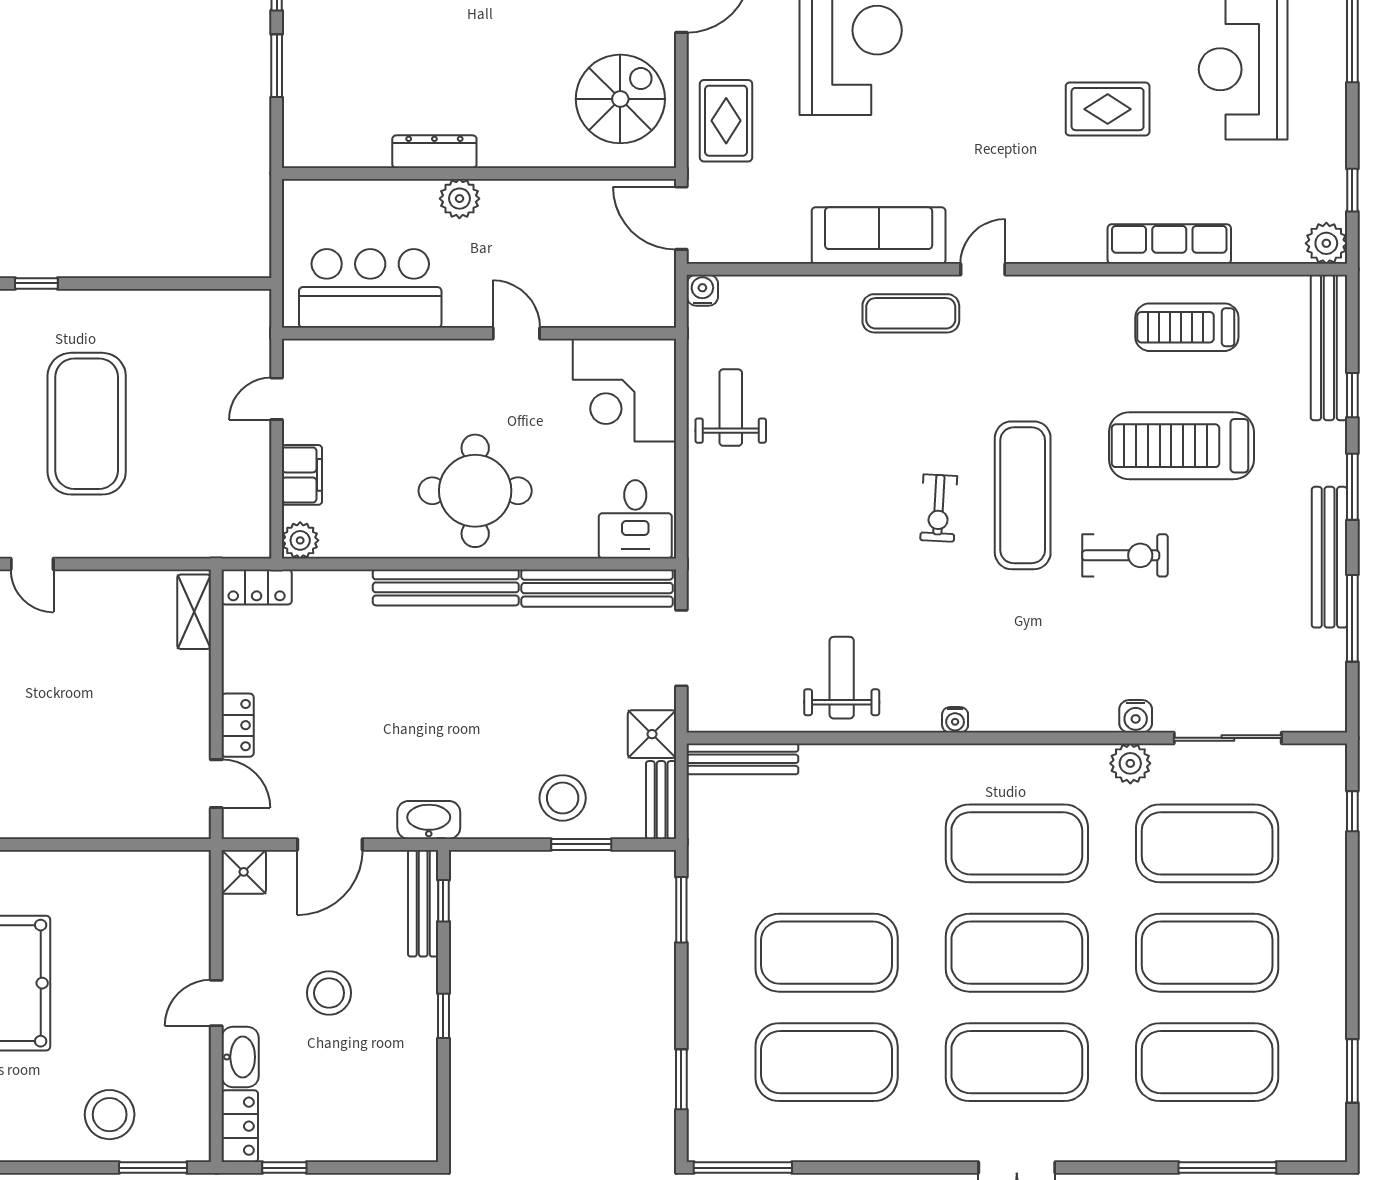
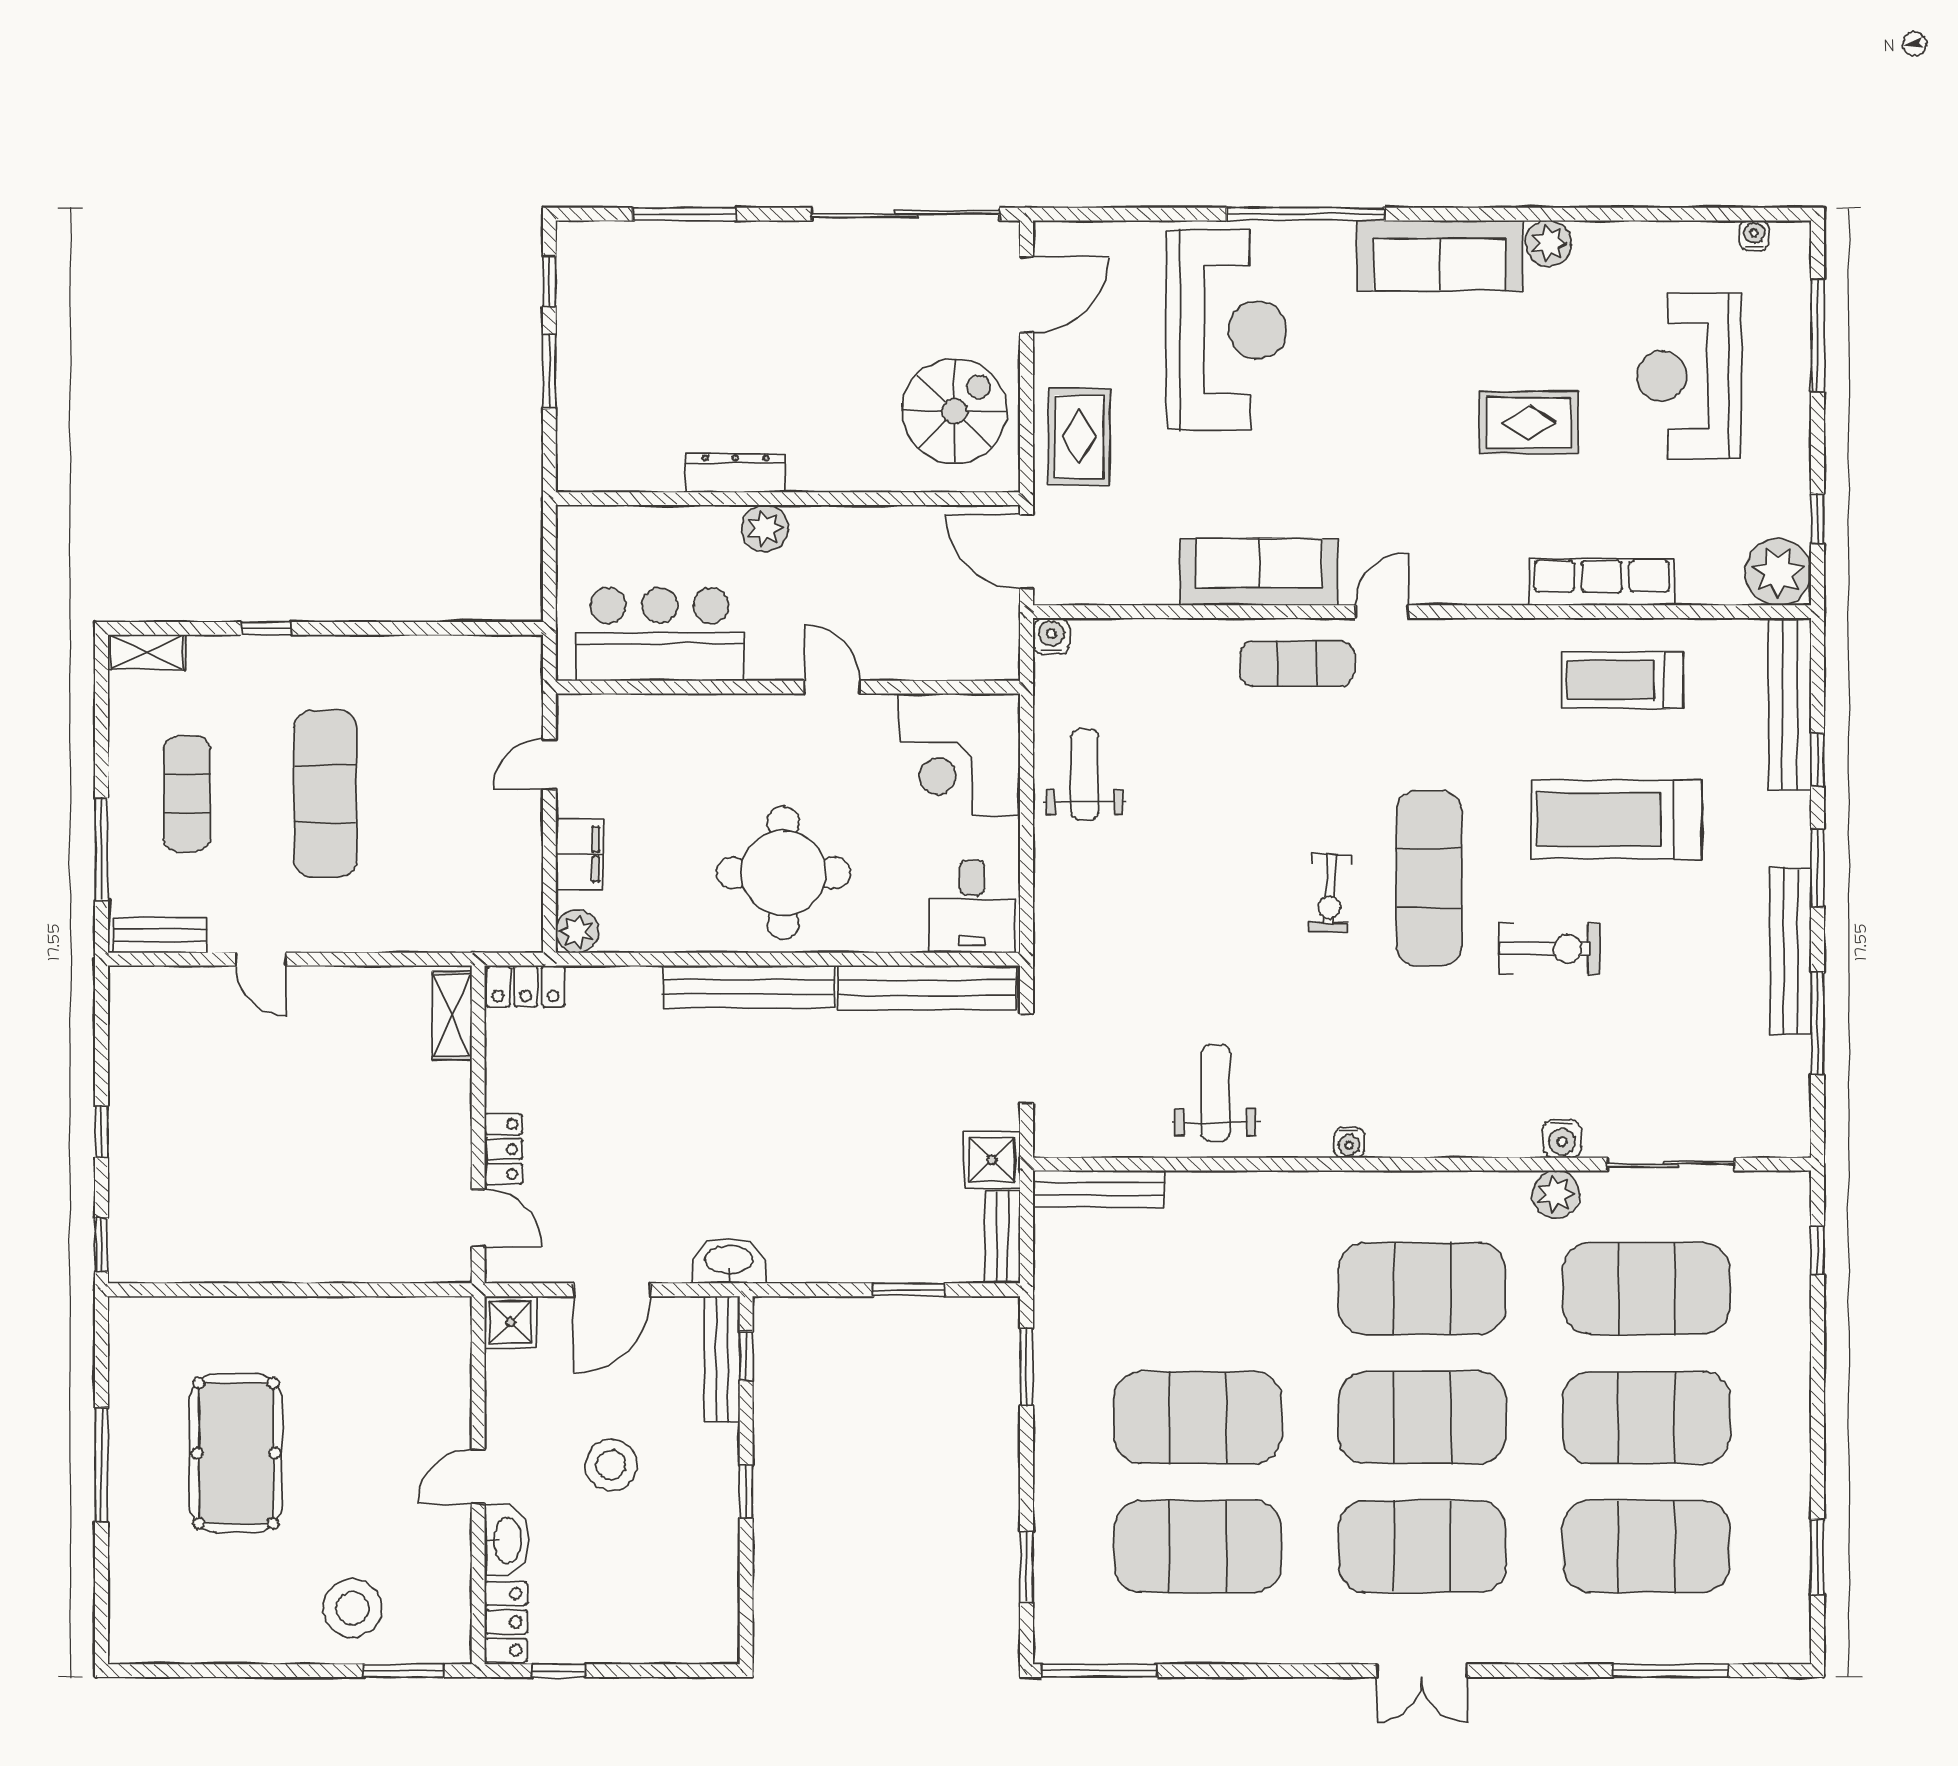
plant: (1326, 243) -> (1778, 572), width x1.36, depth x1.36
exercise mat: (87, 424) -> (325, 794), width x0.68
stool: (563, 798) -> (887, 1235), removed

